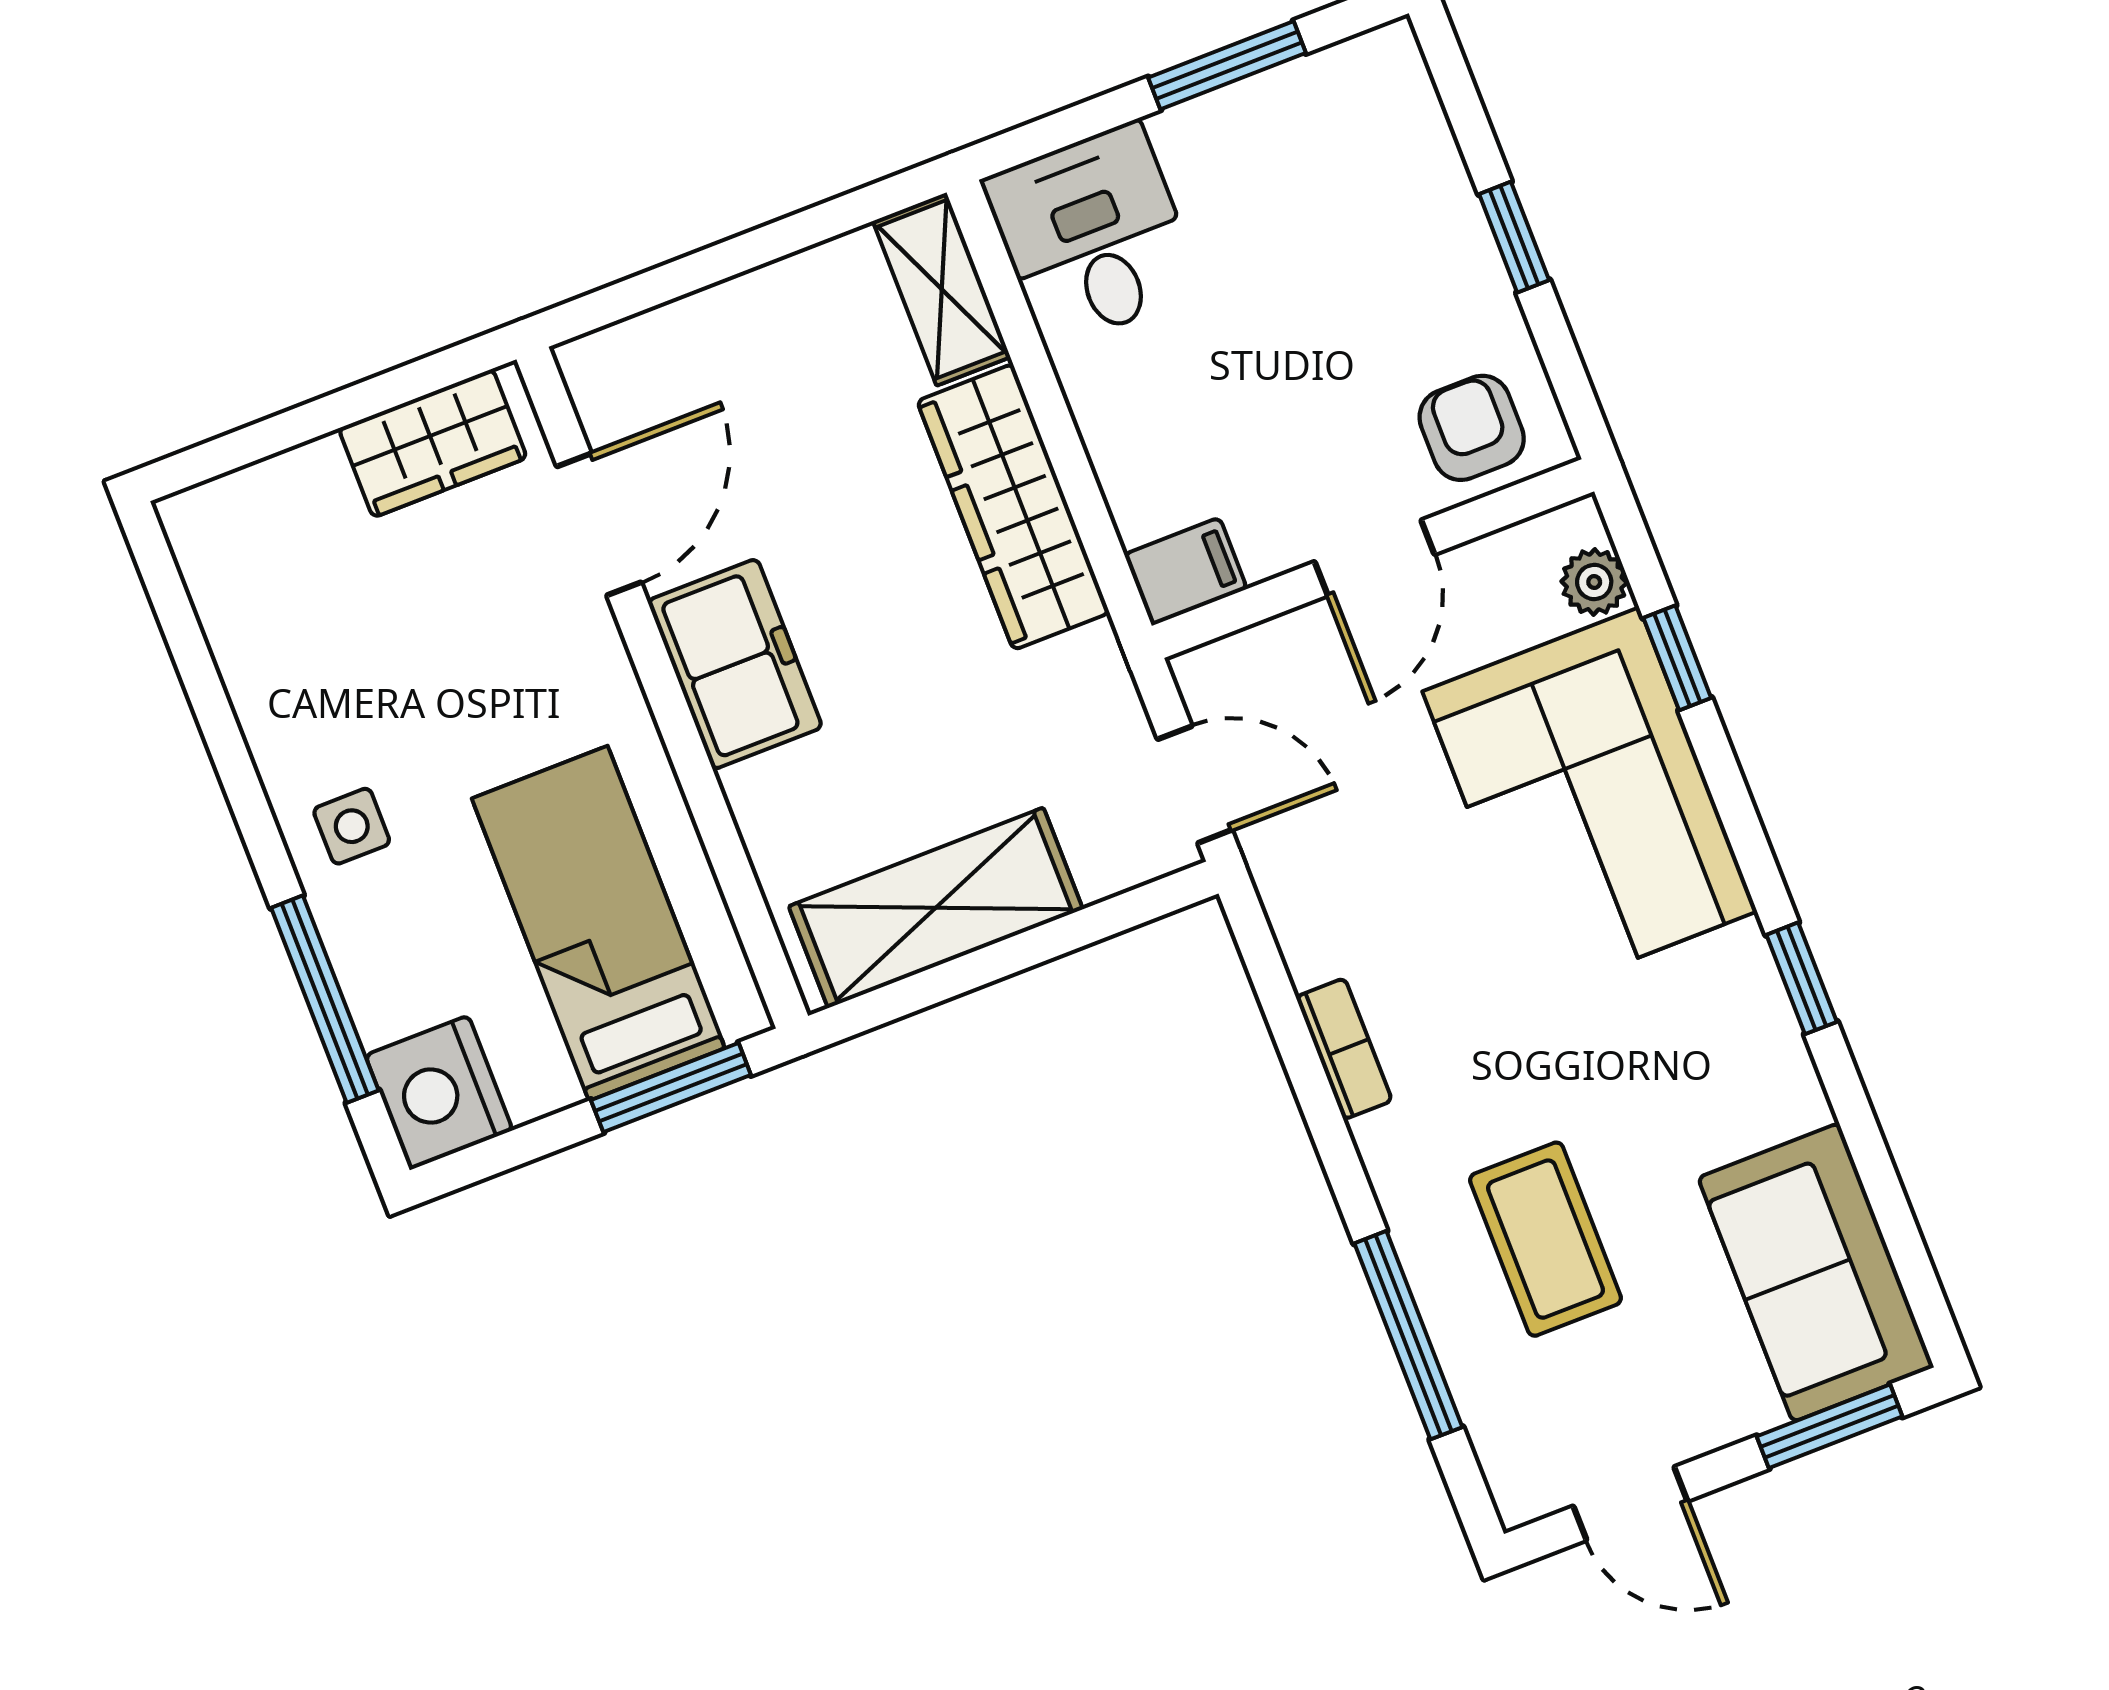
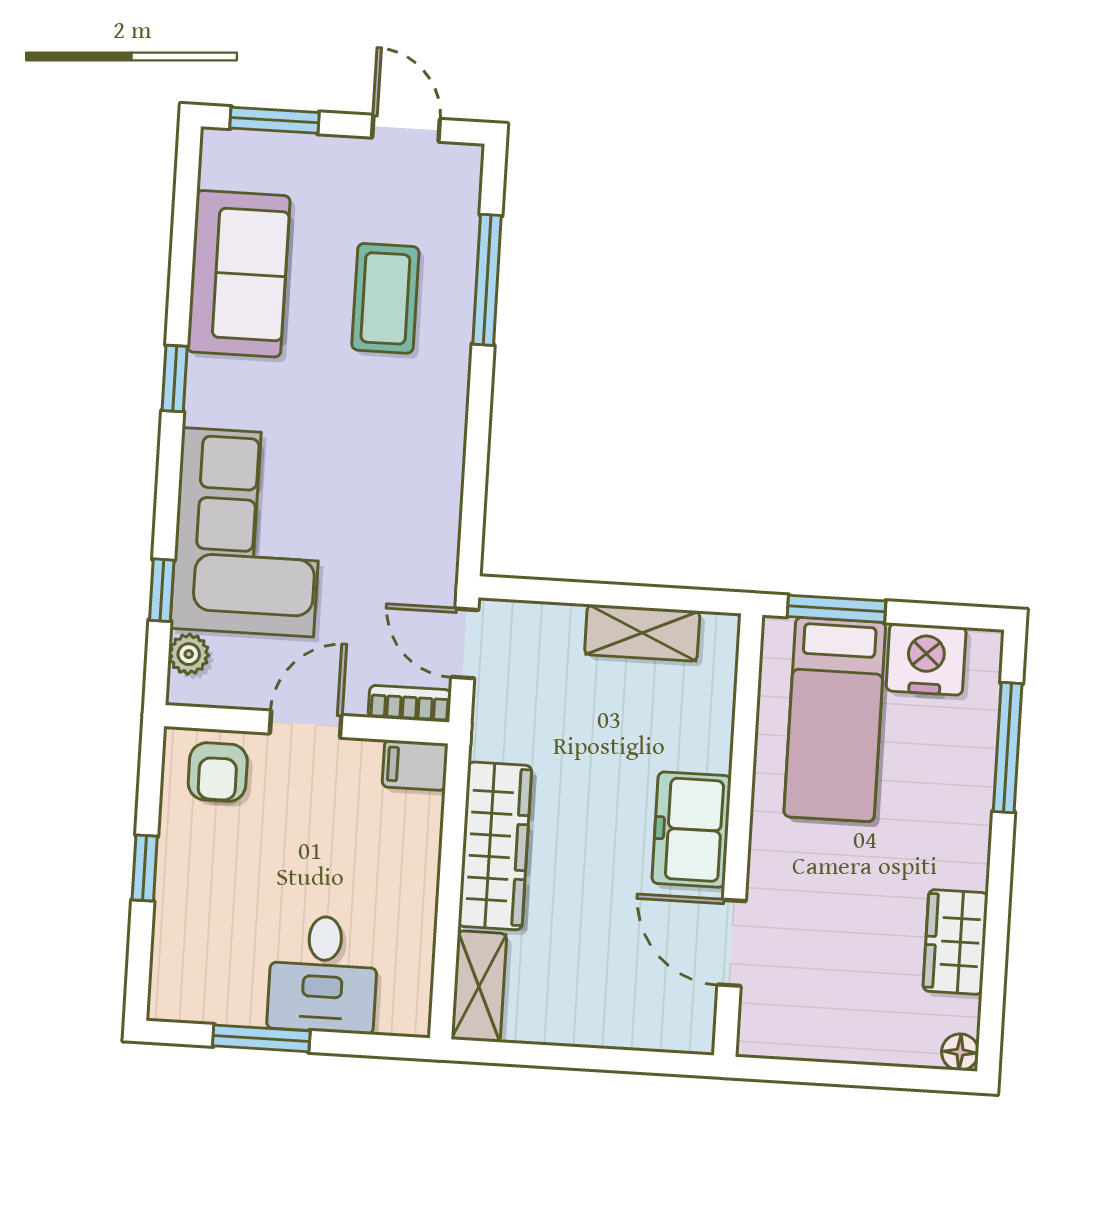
desk: (1093, 235) -> (323, 974), moved
wardrobe: (433, 443) -> (956, 942), moved, turned -90
floor lamp: (189, 518) -> (960, 1052), added
door: (599, 524) -> (732, 943), hinge flipped
side table: (352, 826) -> (948, 838), removed
shelving: (936, 908) -> (642, 633), width x0.67, depth x0.75
bookcase: (1344, 1049) -> (410, 704), moved, turned 90
nightstand: (439, 1093) -> (926, 659), moved, turned -90
sofa: (1816, 1272) -> (239, 274), moved

